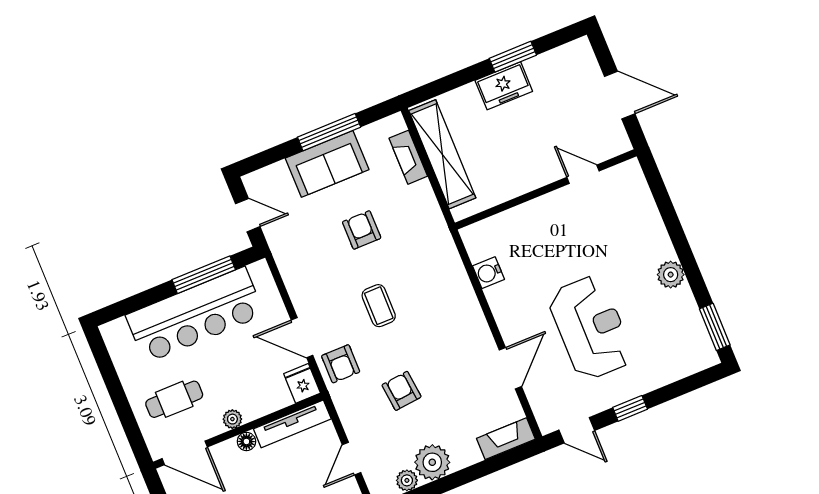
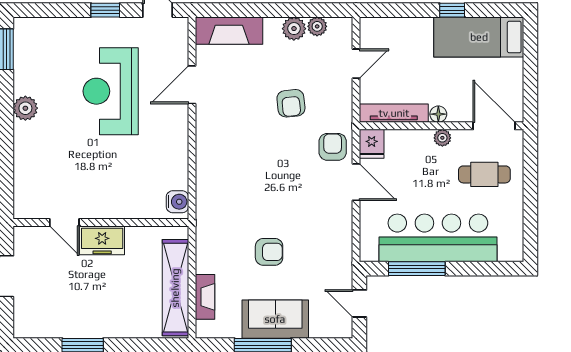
freezer: (504, 86) -> (102, 240), moved, turned 180
armchair: (362, 230) -> (269, 252), turned -90
water cooler: (488, 273) -> (177, 202), moved
coffee table: (379, 306) -> (281, 183), removed
fireplace: (506, 439) -> (229, 31), width x1.37, depth x1.32
plant: (432, 462) -> (294, 29), width x0.73, depth x0.73

